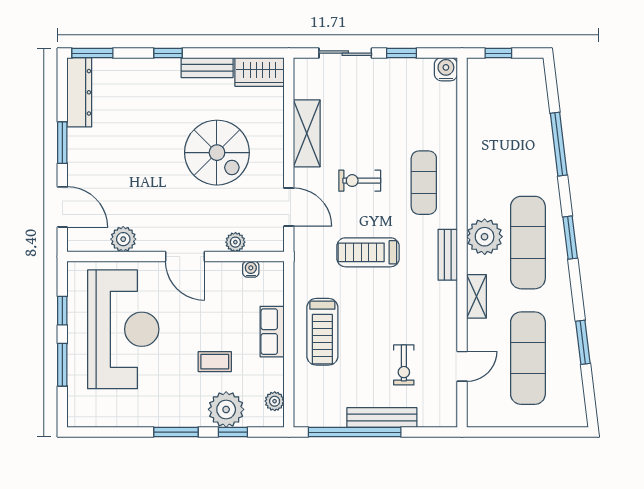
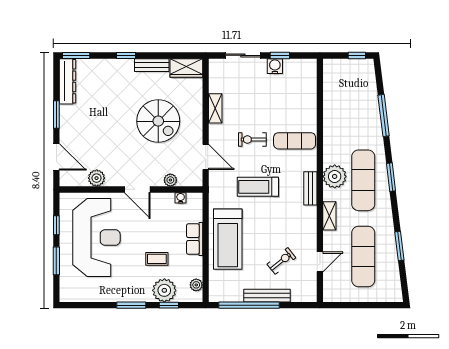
window: (498, 53) -> (357, 55), moved
water cooler: (446, 69) -> (275, 66), moved
shelving: (307, 133) -> (215, 108), width x0.67, depth x0.75
exercise mat: (424, 183) -> (295, 141), turned 90
treadmill: (322, 332) -> (228, 239), width x1.37, depth x1.38
exercise bike: (404, 365) -> (281, 261), turned -129

